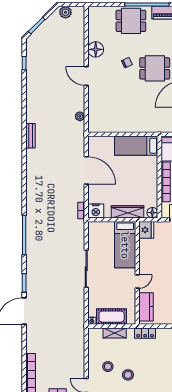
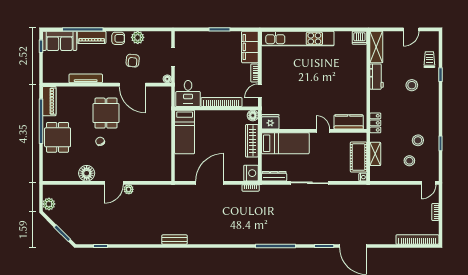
plant: (80, 116) -> (129, 189), moved
dresser: (93, 234) -> (274, 176), added

